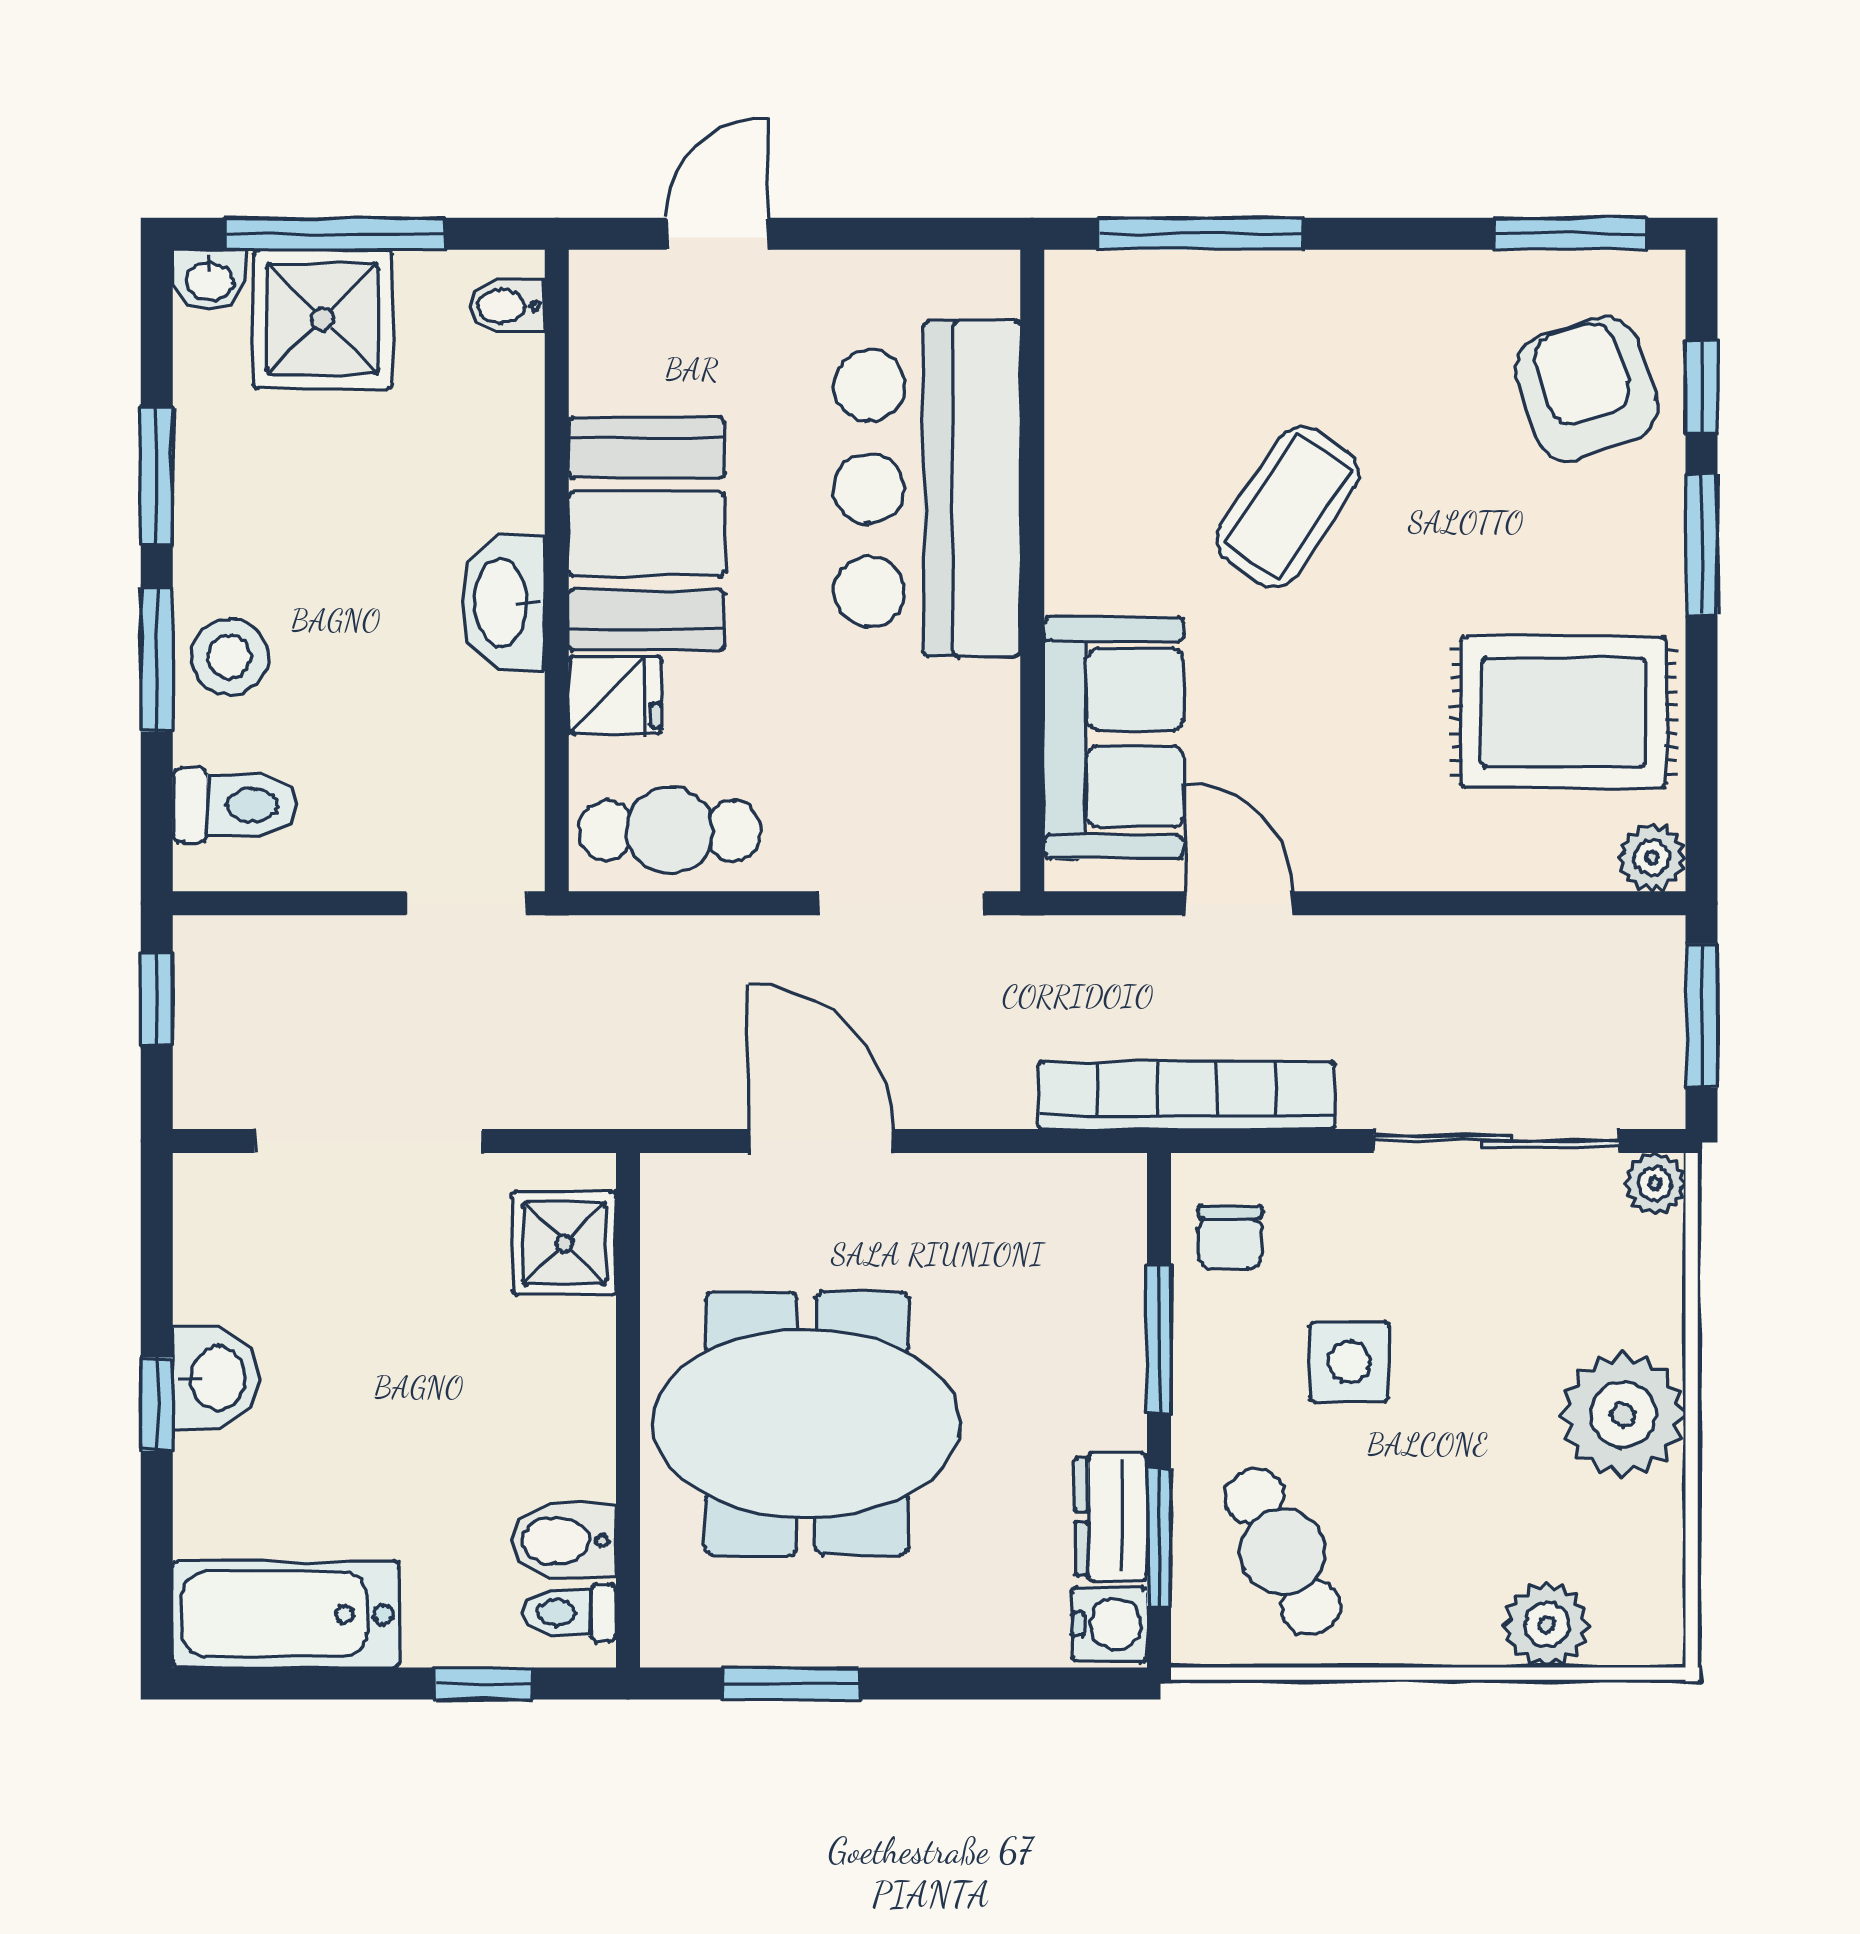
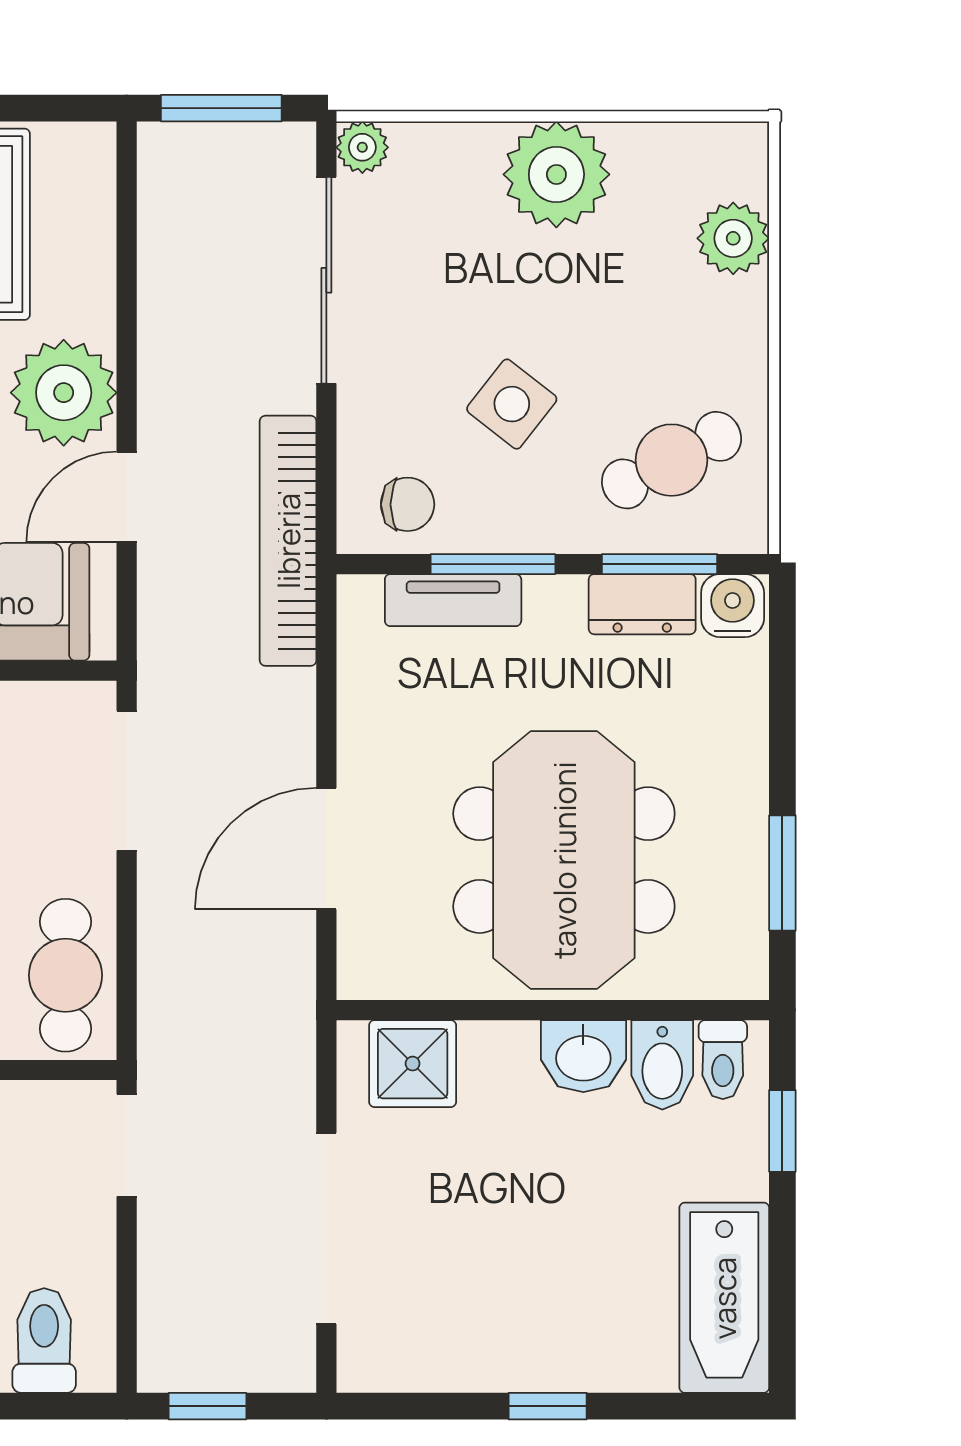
plant: (1652, 858) -> (64, 393), moved, width x1.88, depth x1.88
tv unit: (1116, 1292) -> (453, 600), added
side table: (1349, 1361) -> (512, 404), turned 38
washbasin: (215, 1378) -> (583, 1056), moved, turned 180

